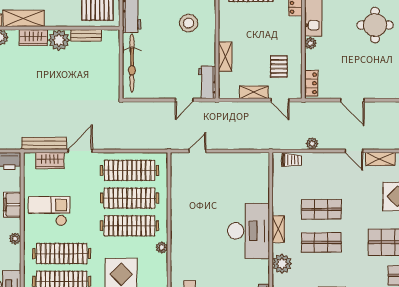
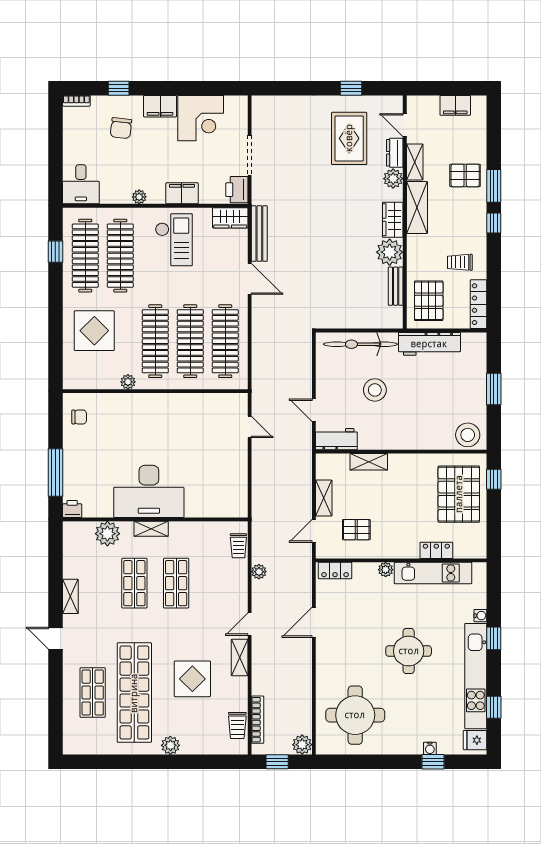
stool: (189, 23) -> (375, 390), moved
wardrobe: (50, 161) -> (230, 218), moved, turned -90

